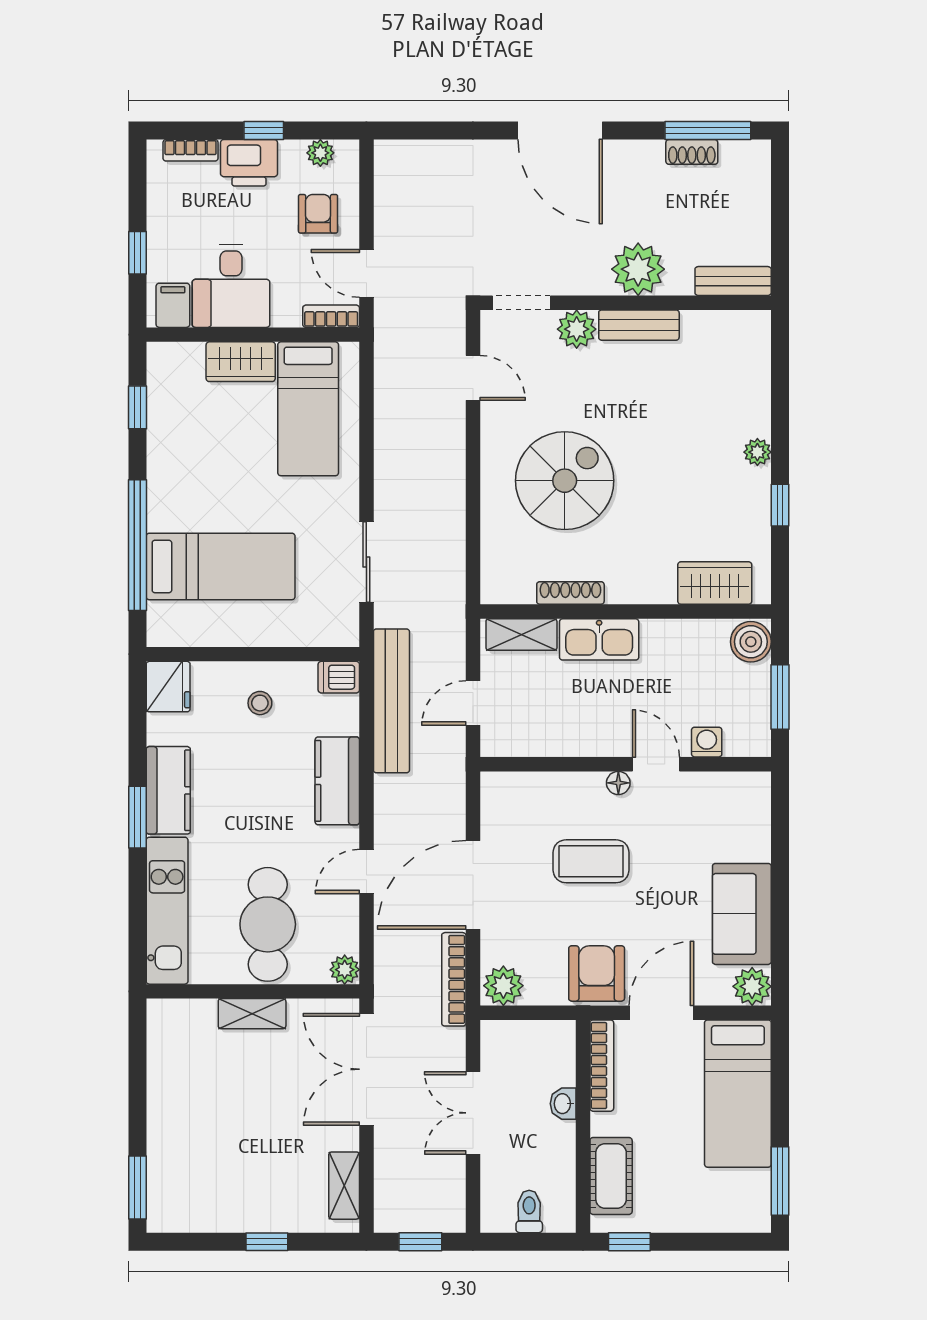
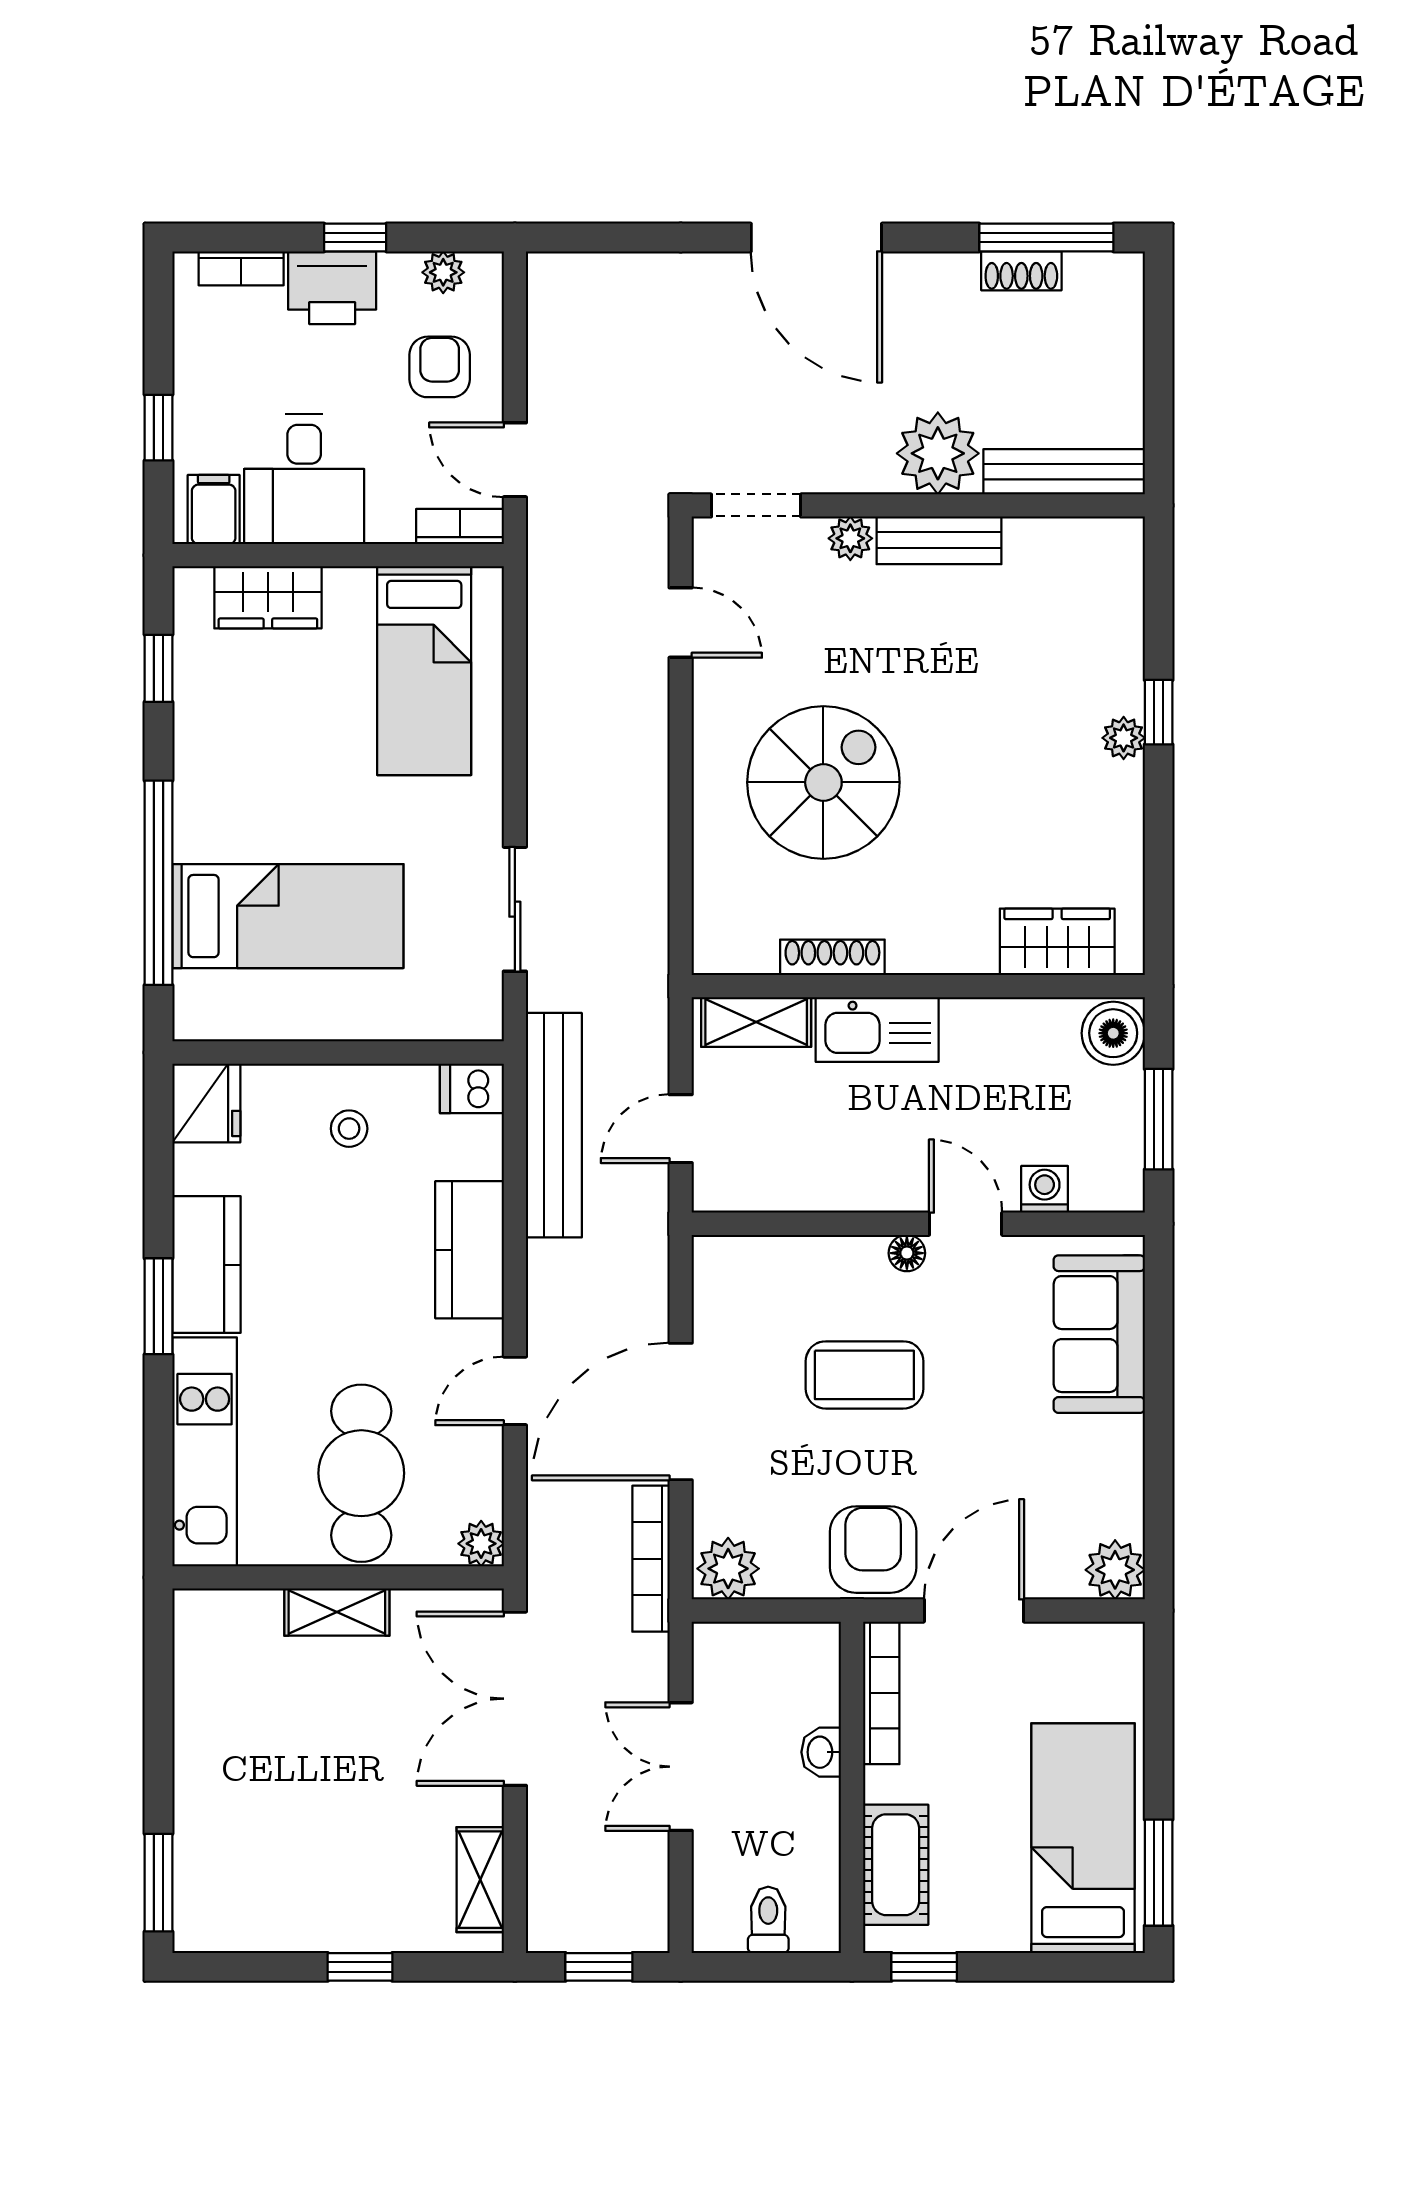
bench: (733, 281) -> (1064, 472), width x1.36
plant: (577, 329) -> (850, 538), width x0.73, depth x0.73
wardrobe: (241, 362) -> (268, 597), moved
window: (780, 505) -> (1159, 712), moved
sofa: (742, 914) -> (1099, 1334), moved
bed: (738, 1094) -> (1083, 1838), moved, turned 180

